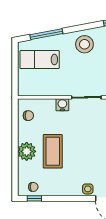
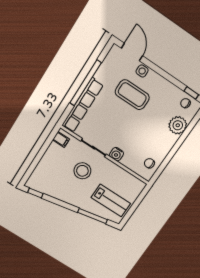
stool: (84, 44) -> (82, 171), moved
plant: (27, 151) -> (178, 125), moved
coffee table: (53, 151) -> (132, 95), moved, turned 90

